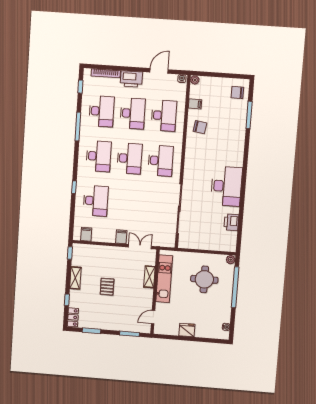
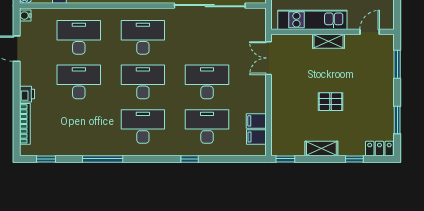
printer: (131, 79) -> (27, 94), width x0.53, depth x0.68
desk: (101, 111) -> (207, 82), moved
filing cabinet: (121, 237) -> (256, 121), moved
shelving: (149, 277) -> (328, 41), moved
door: (153, 317) -> (370, 32), swing flipped

